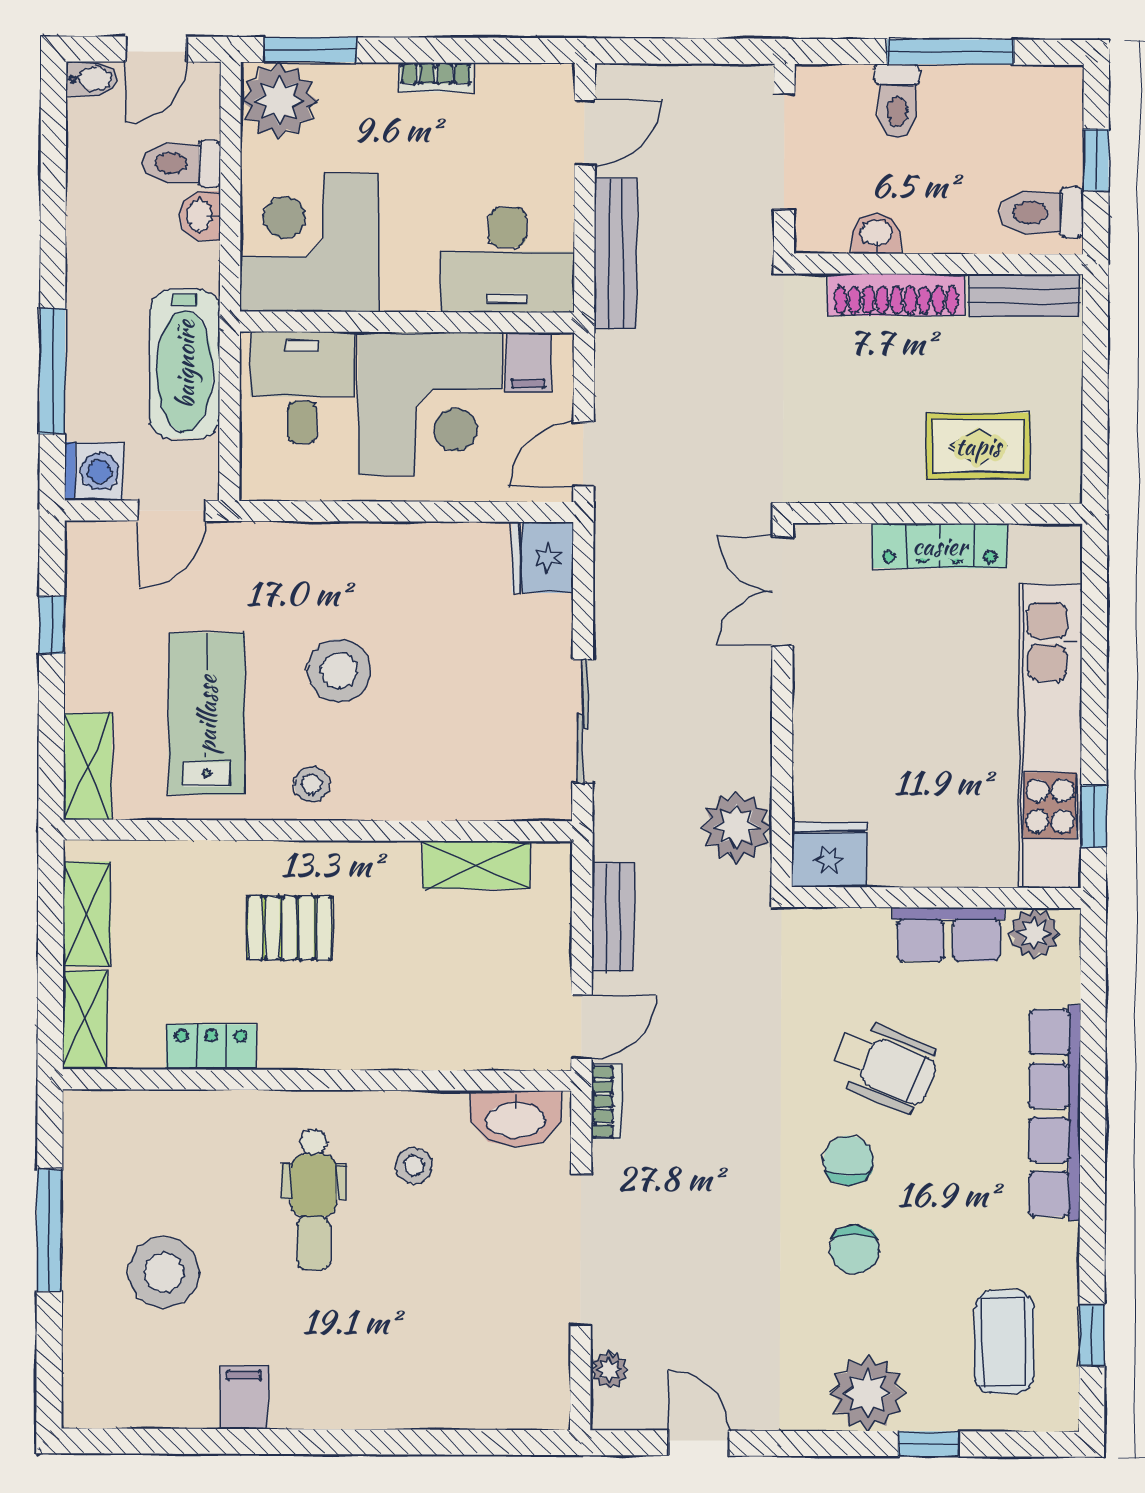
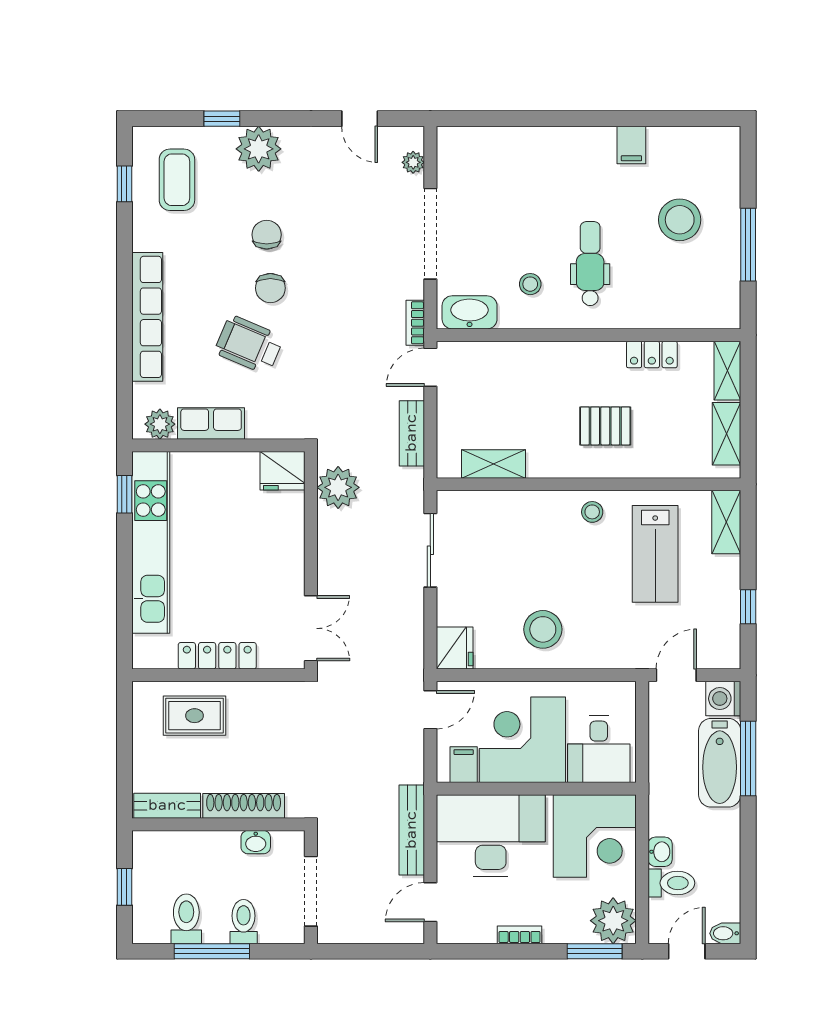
toilet: (1042, 213) -> (186, 919), moved, turned -90
desk: (508, 260) -> (491, 835), width x1.36, depth x1.30
bathtub: (185, 364) -> (720, 763), moved, turned 180
stool: (339, 670) -> (543, 629), moved

